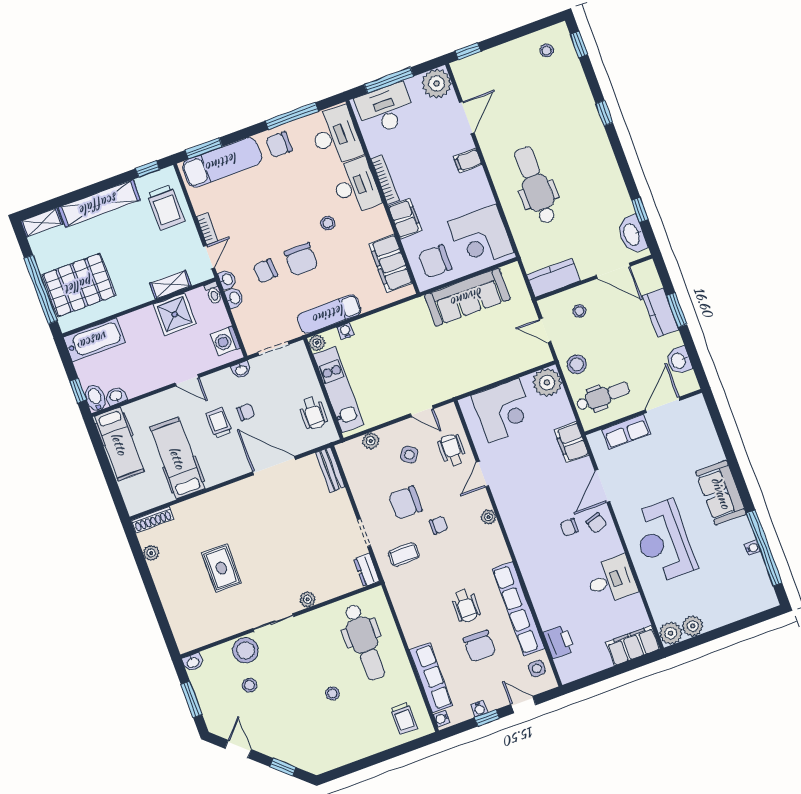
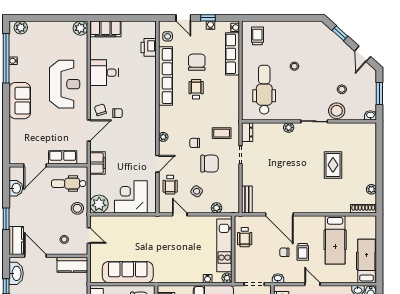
kitchen counter: (661, 312) -> (16, 240), moved
wheelchair: (313, 413) -> (245, 237), turned 180
plant: (693, 626) -> (21, 27), moved

